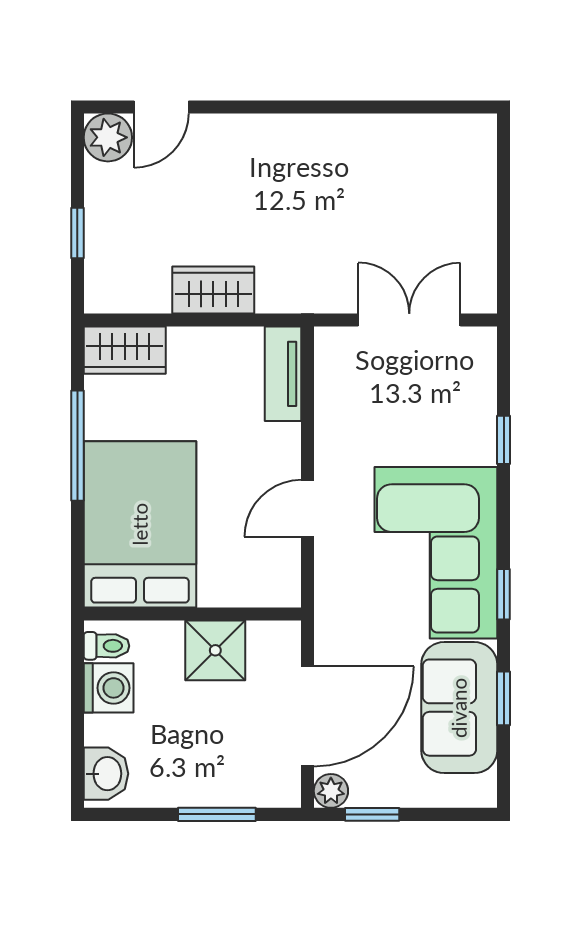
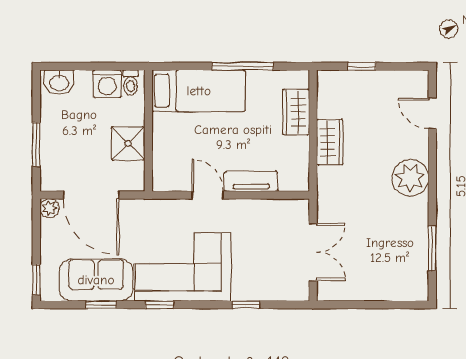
window: (403, 107) -> (432, 248), added
plant: (108, 137) -> (410, 178), moved, width x1.36, depth x1.36
wardrobe: (125, 350) -> (296, 112), moved
tv unit: (283, 374) -> (251, 181), moved
bed: (140, 524) -> (199, 91), width x0.67
window: (372, 814) -> (36, 280), moved

